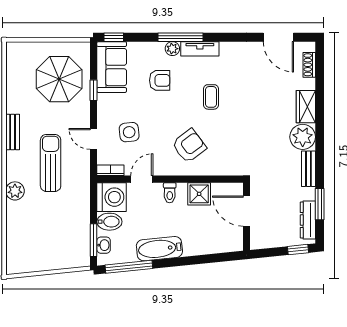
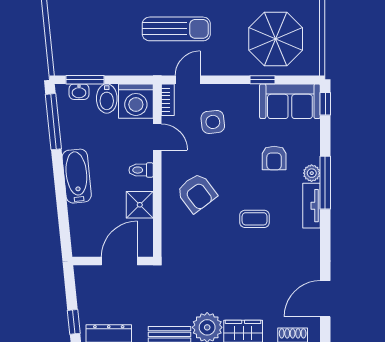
door: (93, 139) -> (188, 80), moved
bathtub: (159, 249) -> (77, 176), moved

